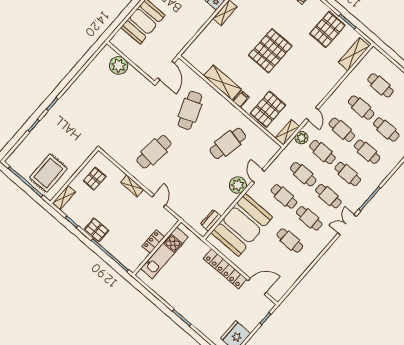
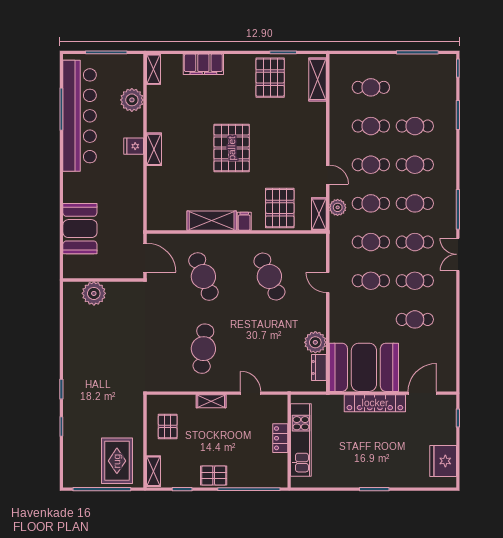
cafe table: (228, 143) -> (269, 276), turned -36
plant: (238, 185) -> (315, 342), moved
booth: (242, 225) -> (364, 367), moved, turned 90

